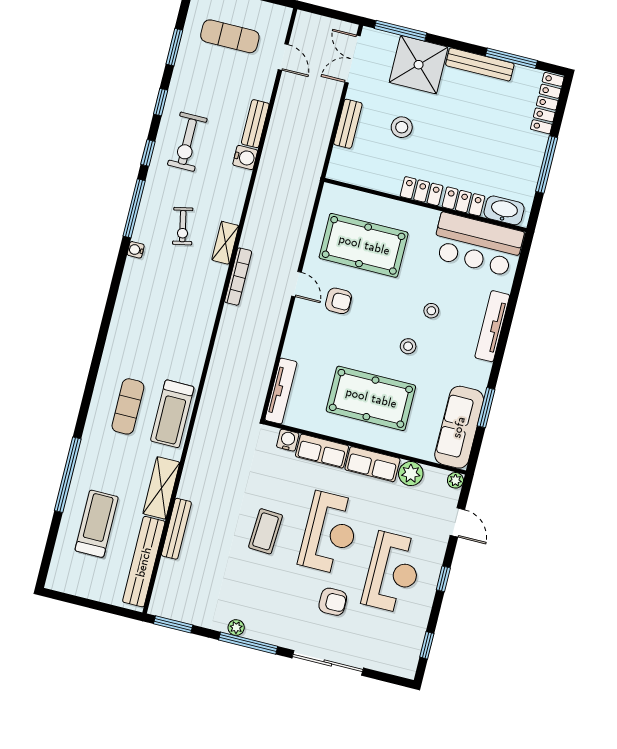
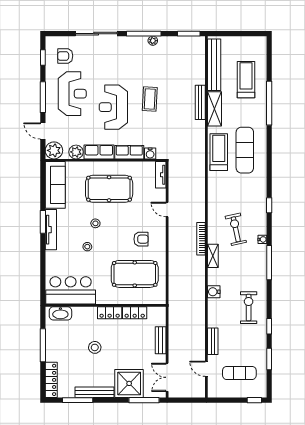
double door: (353, 59) -> (167, 377), swing flipped
bench: (255, 124) -> (213, 341), moved
stool: (402, 127) -> (95, 347), moved
window: (148, 153) -> (269, 205), moved
water cooler: (245, 158) -> (214, 292), moved
locker: (463, 201) -> (135, 313), moved
exercise bike: (183, 226) -> (236, 229), moved, width x1.38, depth x1.39
door: (296, 284) -> (167, 210), moved
armchair: (339, 301) -> (141, 239), turned 180
tv unit: (492, 326) -> (51, 230), moved
tv unit: (281, 391) -> (161, 175), width x0.71
exercise mat: (128, 406) -> (245, 150), width x1.36, depth x1.45
window: (486, 408) -> (43, 222), moved
plant: (455, 480) -> (54, 150), width x1.88, depth x1.88
treadmill: (97, 524) -> (246, 80), turned 180
bench: (176, 529) -> (200, 102), moved
reception desk: (393, 573) -> (72, 94), turned 180
window: (443, 579) -> (43, 97), width x2.17
armchair: (333, 602) -> (65, 56), moved

